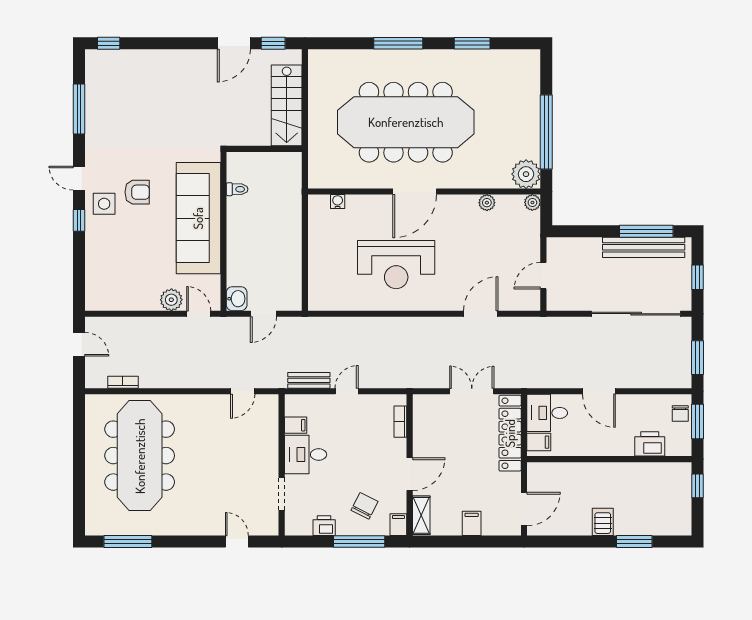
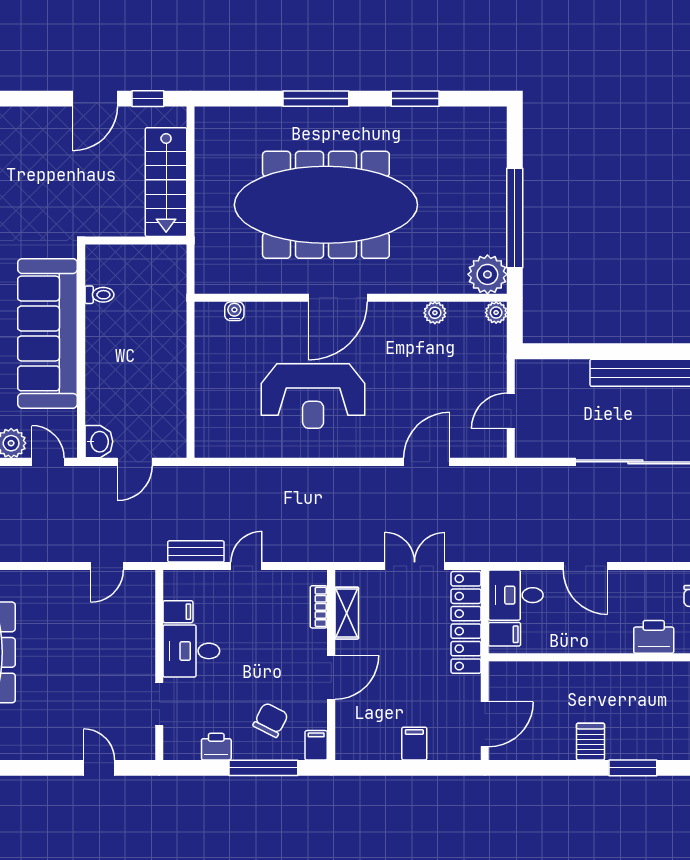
window: (646, 231) -> (649, 351), removed
shelving: (421, 515) -> (347, 613), moved

